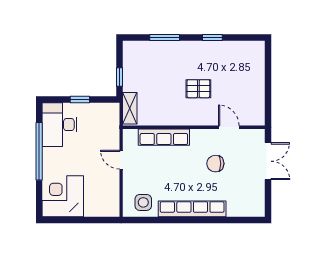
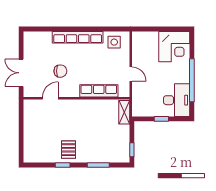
window: (120, 77) -> (132, 150), moved
pallet: (198, 89) -> (68, 150), moved, turned 90
door: (229, 127) -> (50, 98), swing flipped

